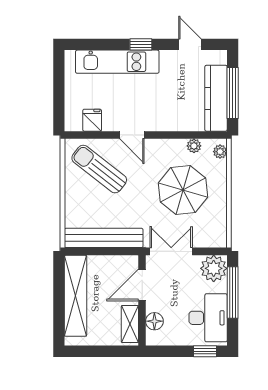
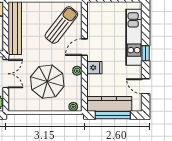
door: (190, 44) -> (146, 86), swing flipped
fridge: (92, 120) -> (94, 68), moved
plant: (194, 146) -> (77, 71), moved

